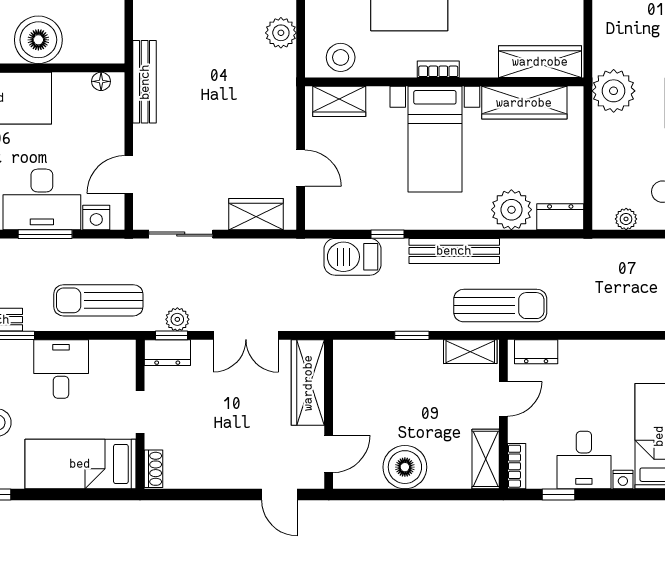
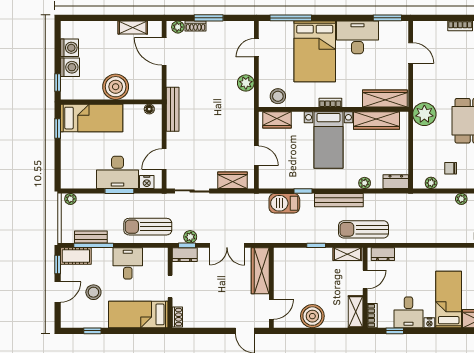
plant: (511, 210) -> (365, 183), width x0.53, depth x0.53
sun lounger: (500, 306) -> (364, 229), turned 180

